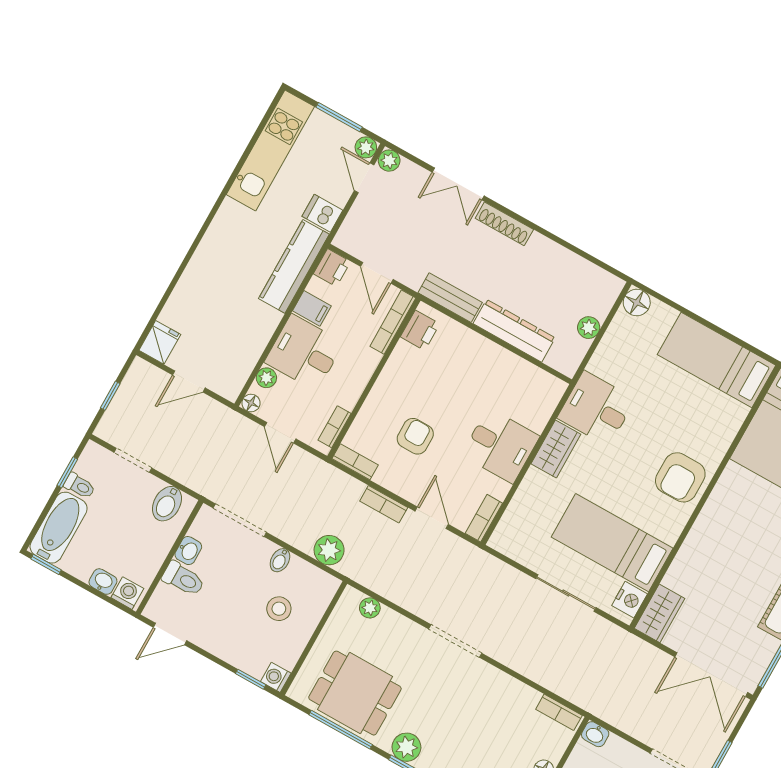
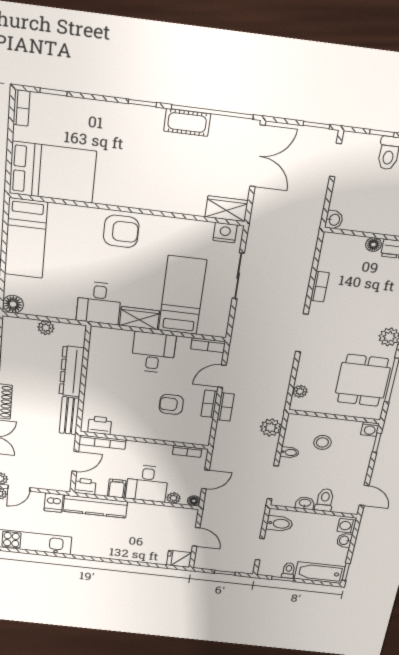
bookcase: (355, 462) -> (209, 404), moved
bed: (612, 543) -> (182, 295), moved, turned 180
bookcase: (559, 712) -> (320, 287), moved

